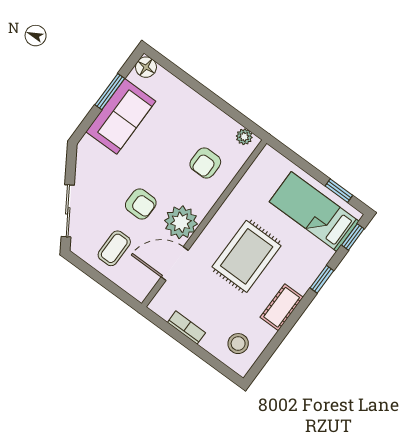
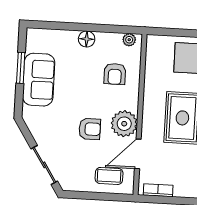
floor lamp: (146, 67) -> (87, 39), moved
coffee table: (114, 248) -> (109, 176), moved, turned 90
bookcase: (186, 328) -> (158, 190), moved

